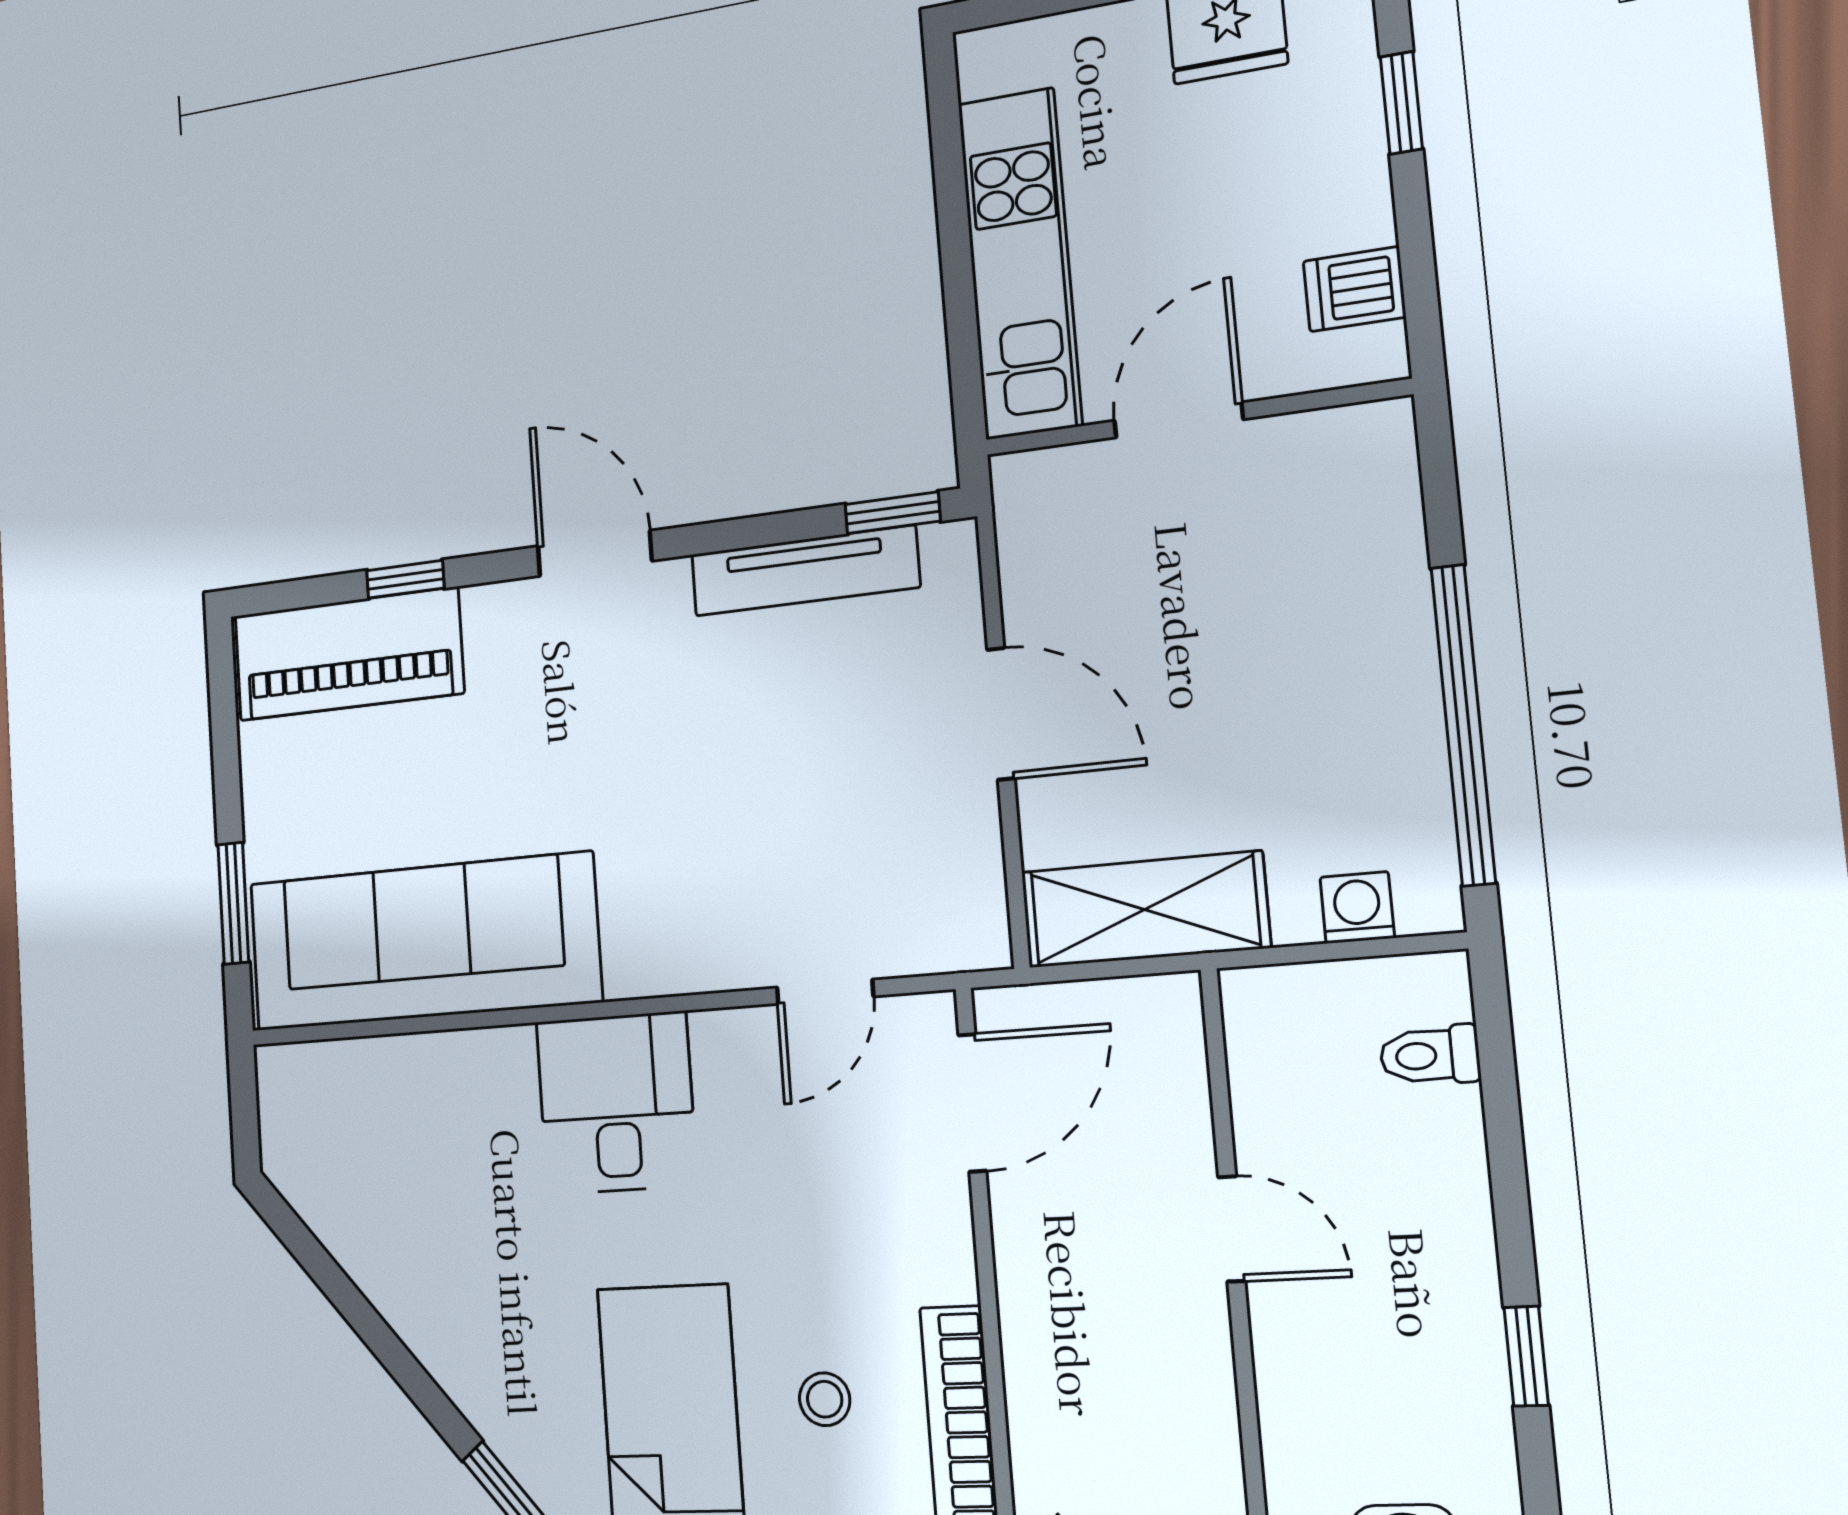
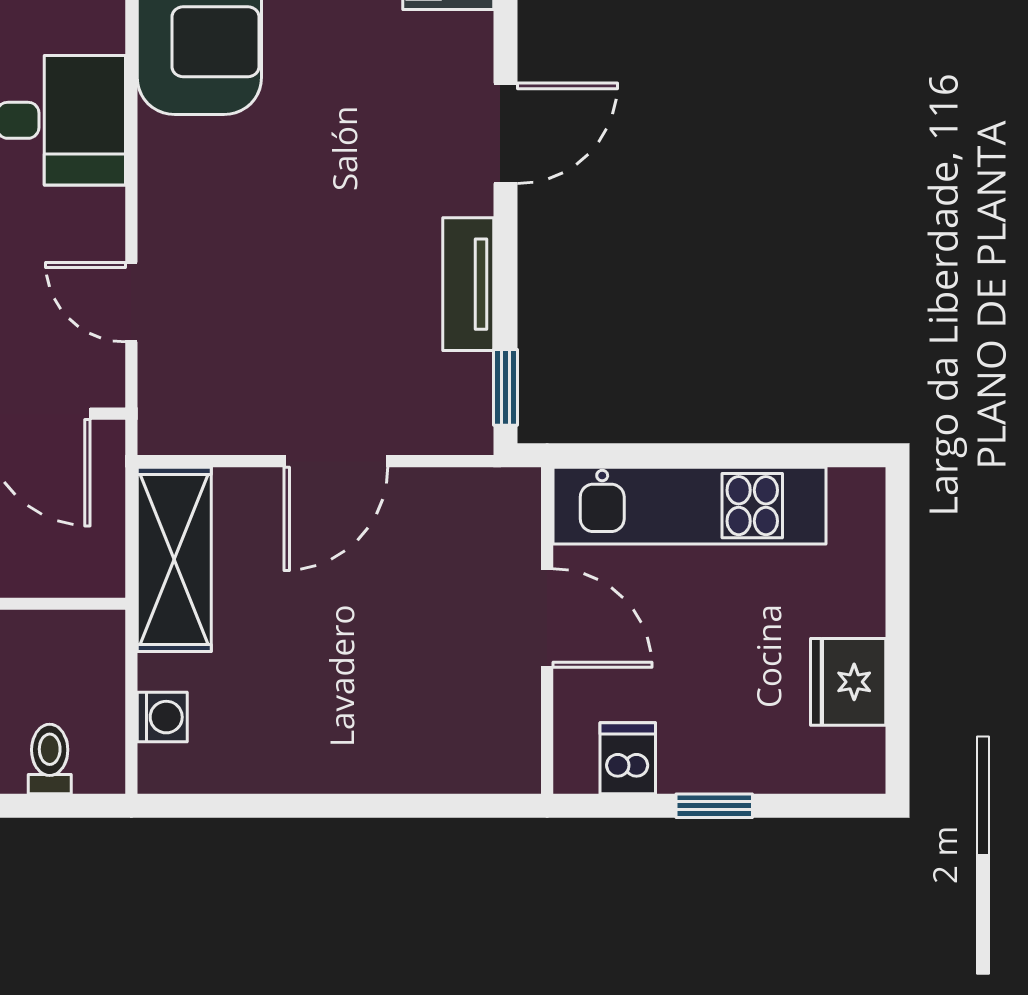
window: (1401, 103) -> (714, 806), moved
tv unit: (805, 571) -> (468, 284), width x0.71
window: (1463, 725) -> (290, 806), removed

